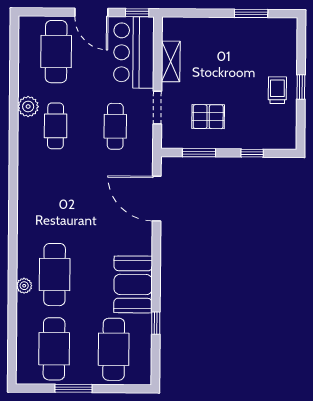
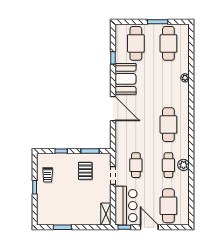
shelving: (171, 61) -> (106, 214), moved
trolley: (277, 90) -> (48, 175), moved
plant: (28, 107) -> (184, 165), moved
pallet: (208, 117) -> (85, 171), turned 90
door: (157, 199) -> (113, 109), moved
cafe table: (55, 275) -> (168, 125), moved

